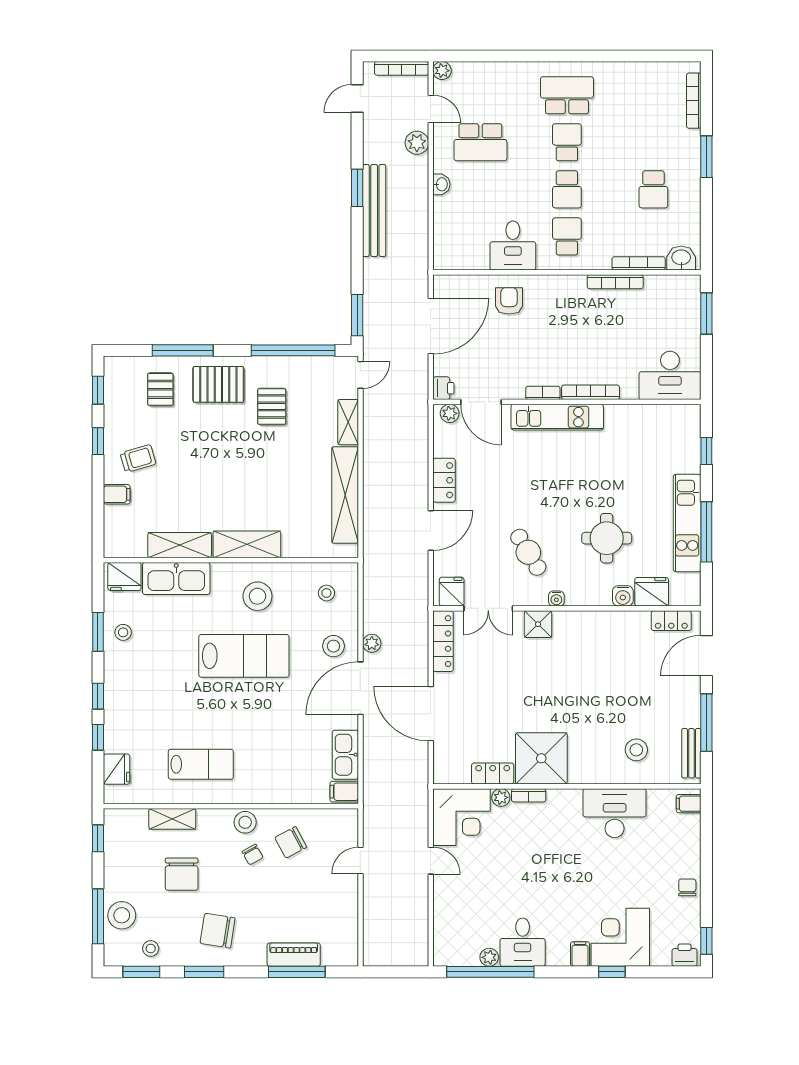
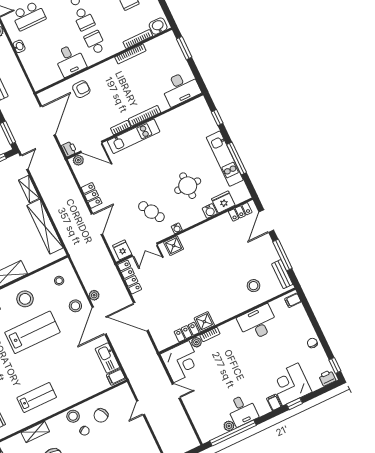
armchair: (509, 301) -> (81, 89), turned 88
shower: (541, 758) -> (204, 322), width x0.54, depth x0.54

